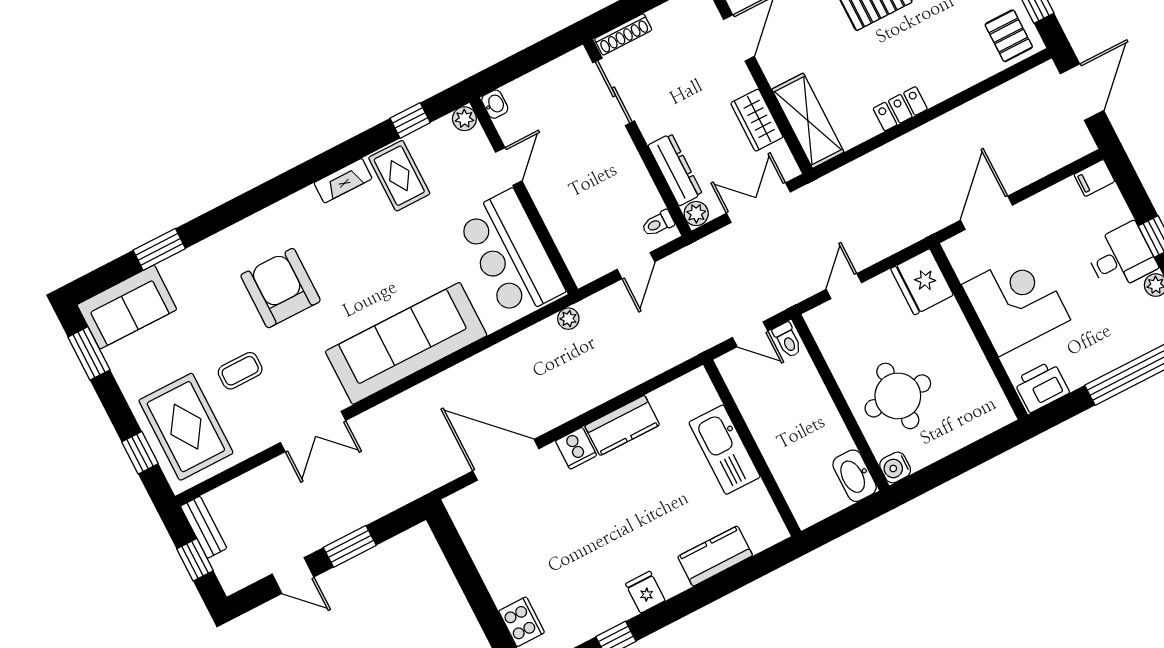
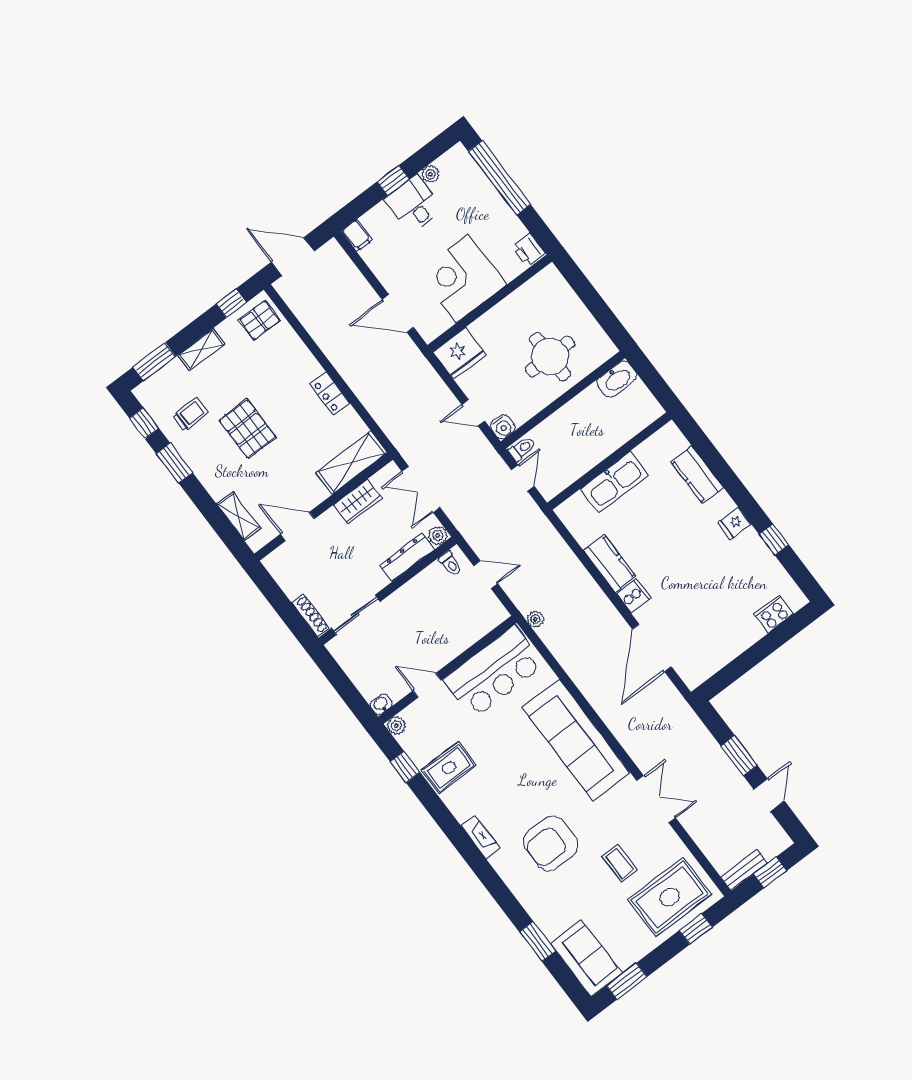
fireplace: (343, 181) -> (481, 837), moved
printer: (1041, 386) -> (528, 250), width x0.73, depth x0.81
water cooler: (895, 467) -> (503, 427), moved

